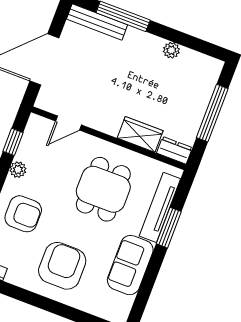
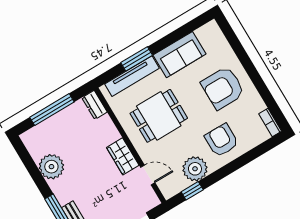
plant: (171, 50) -> (51, 167), width x1.88, depth x1.88
wardrobe: (140, 134) -> (123, 156), moved
plant: (18, 170) -> (195, 169), width x1.88, depth x1.88

